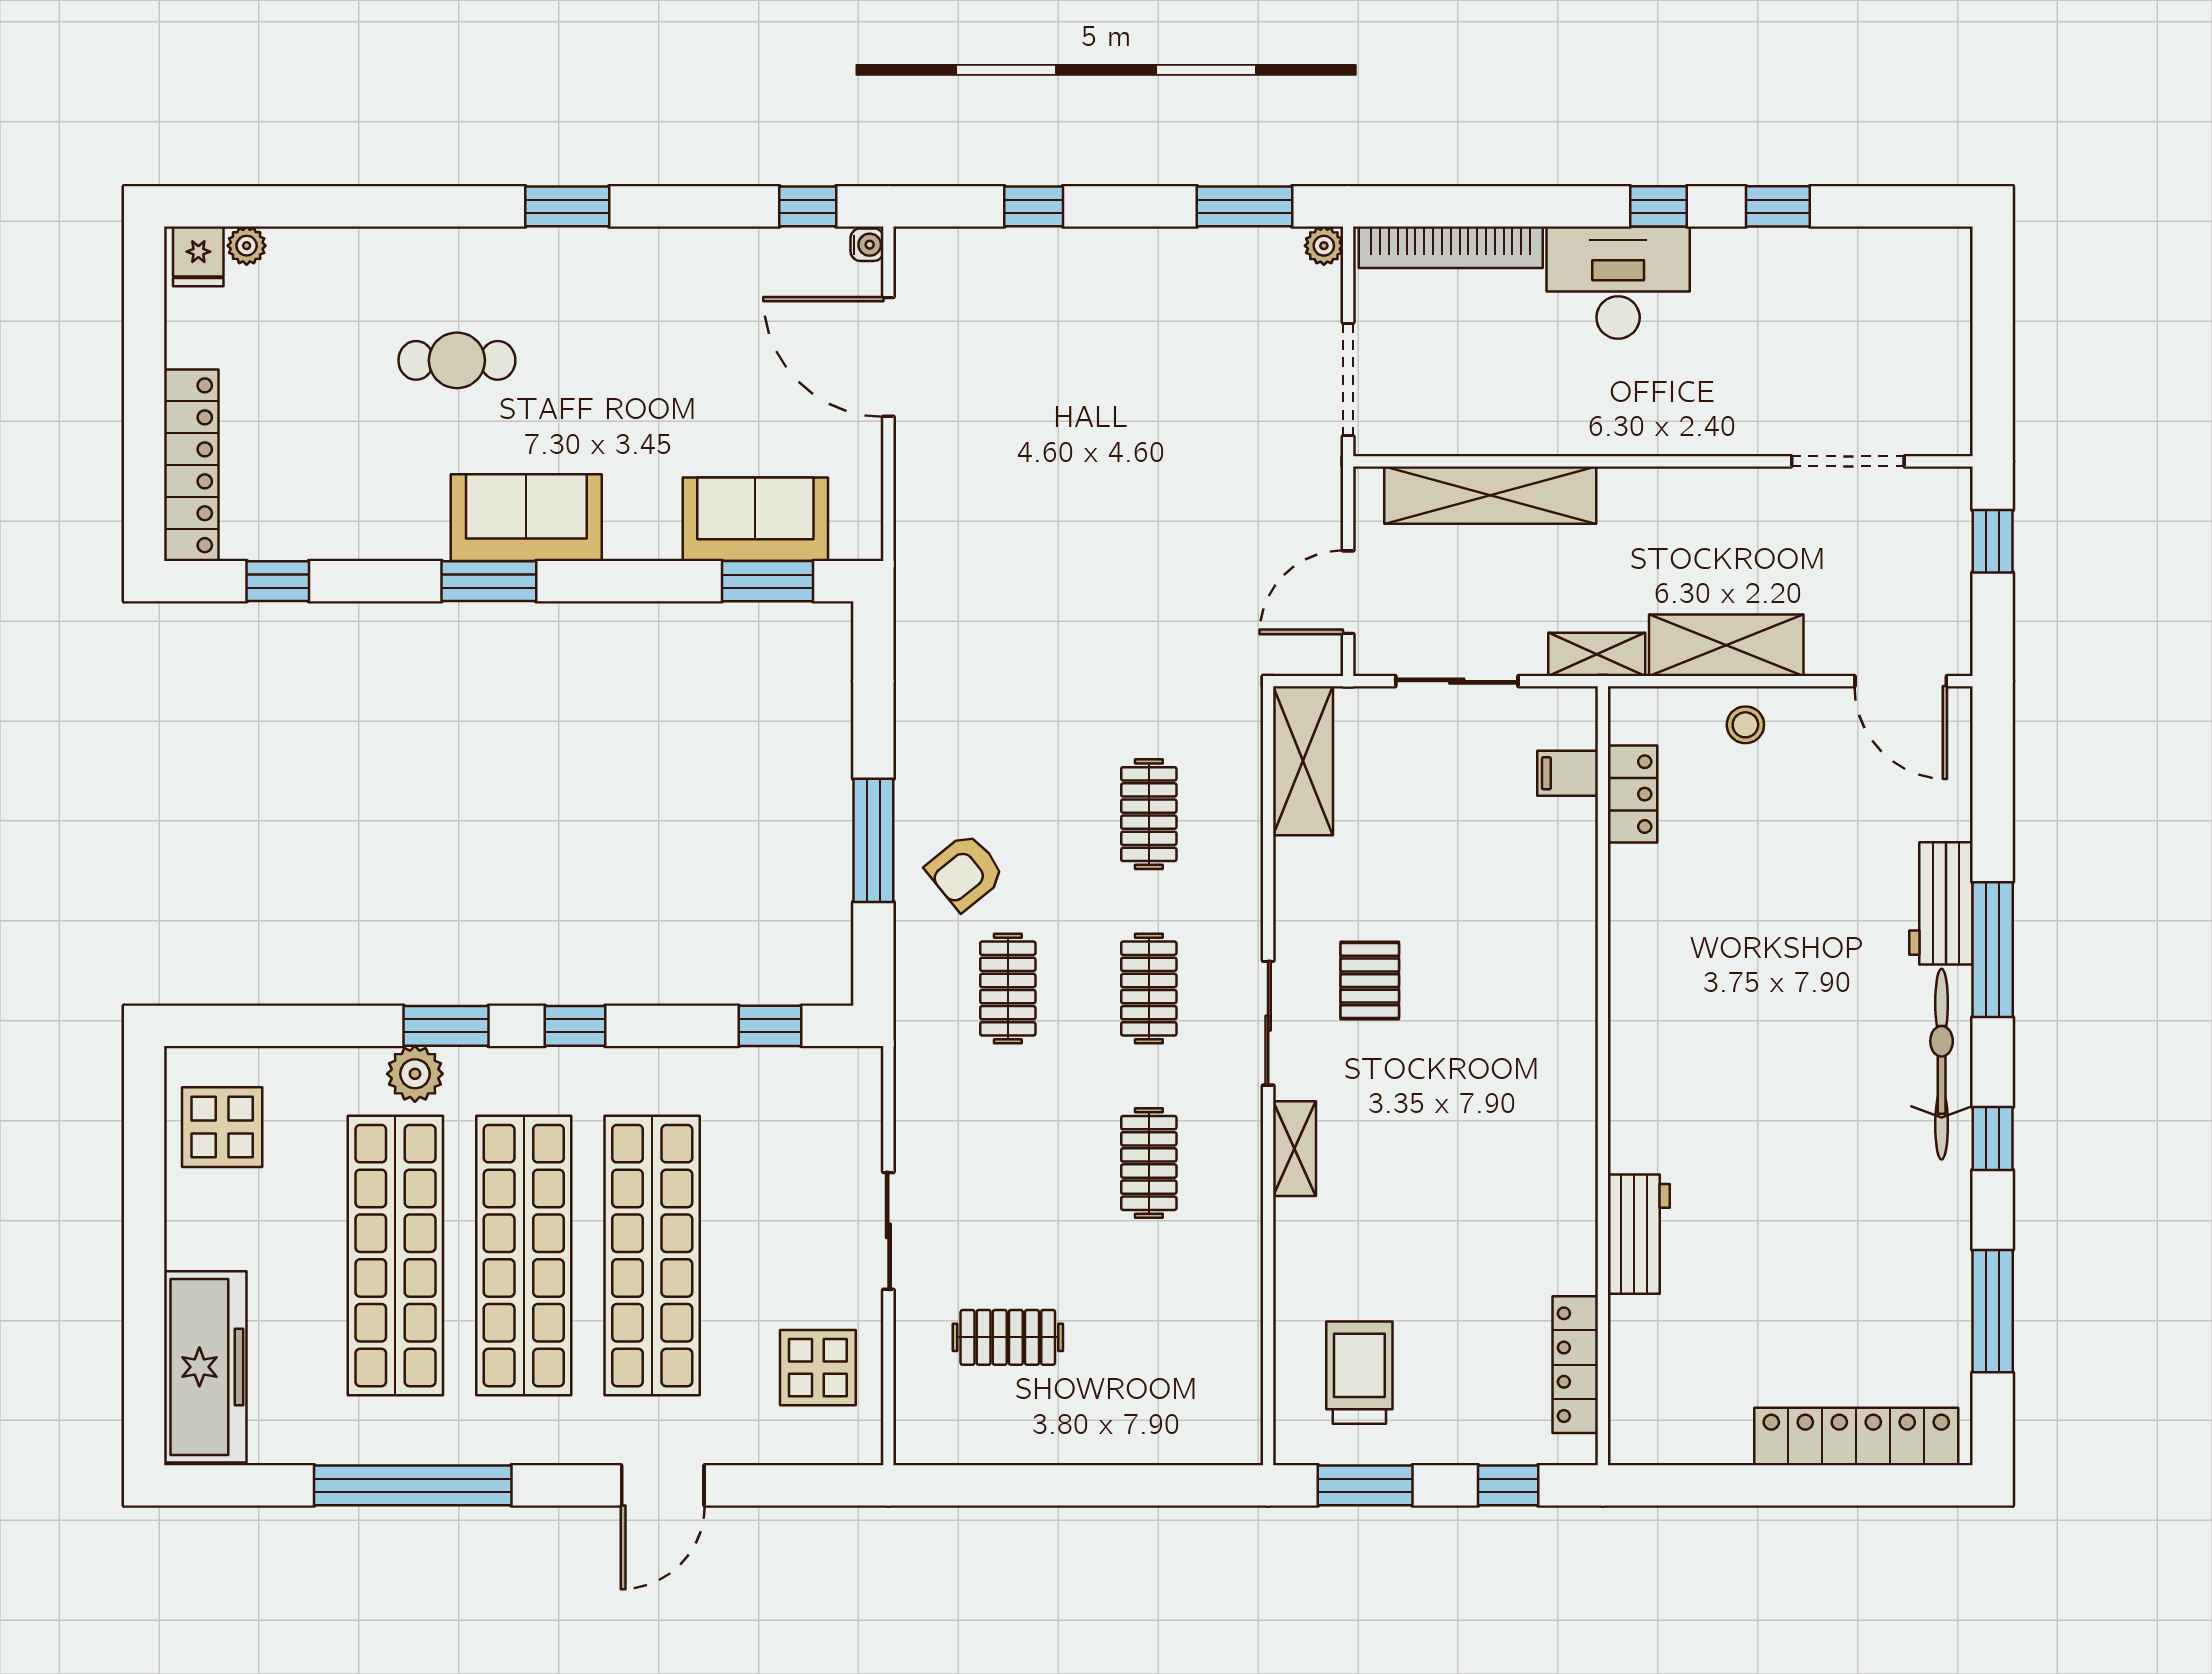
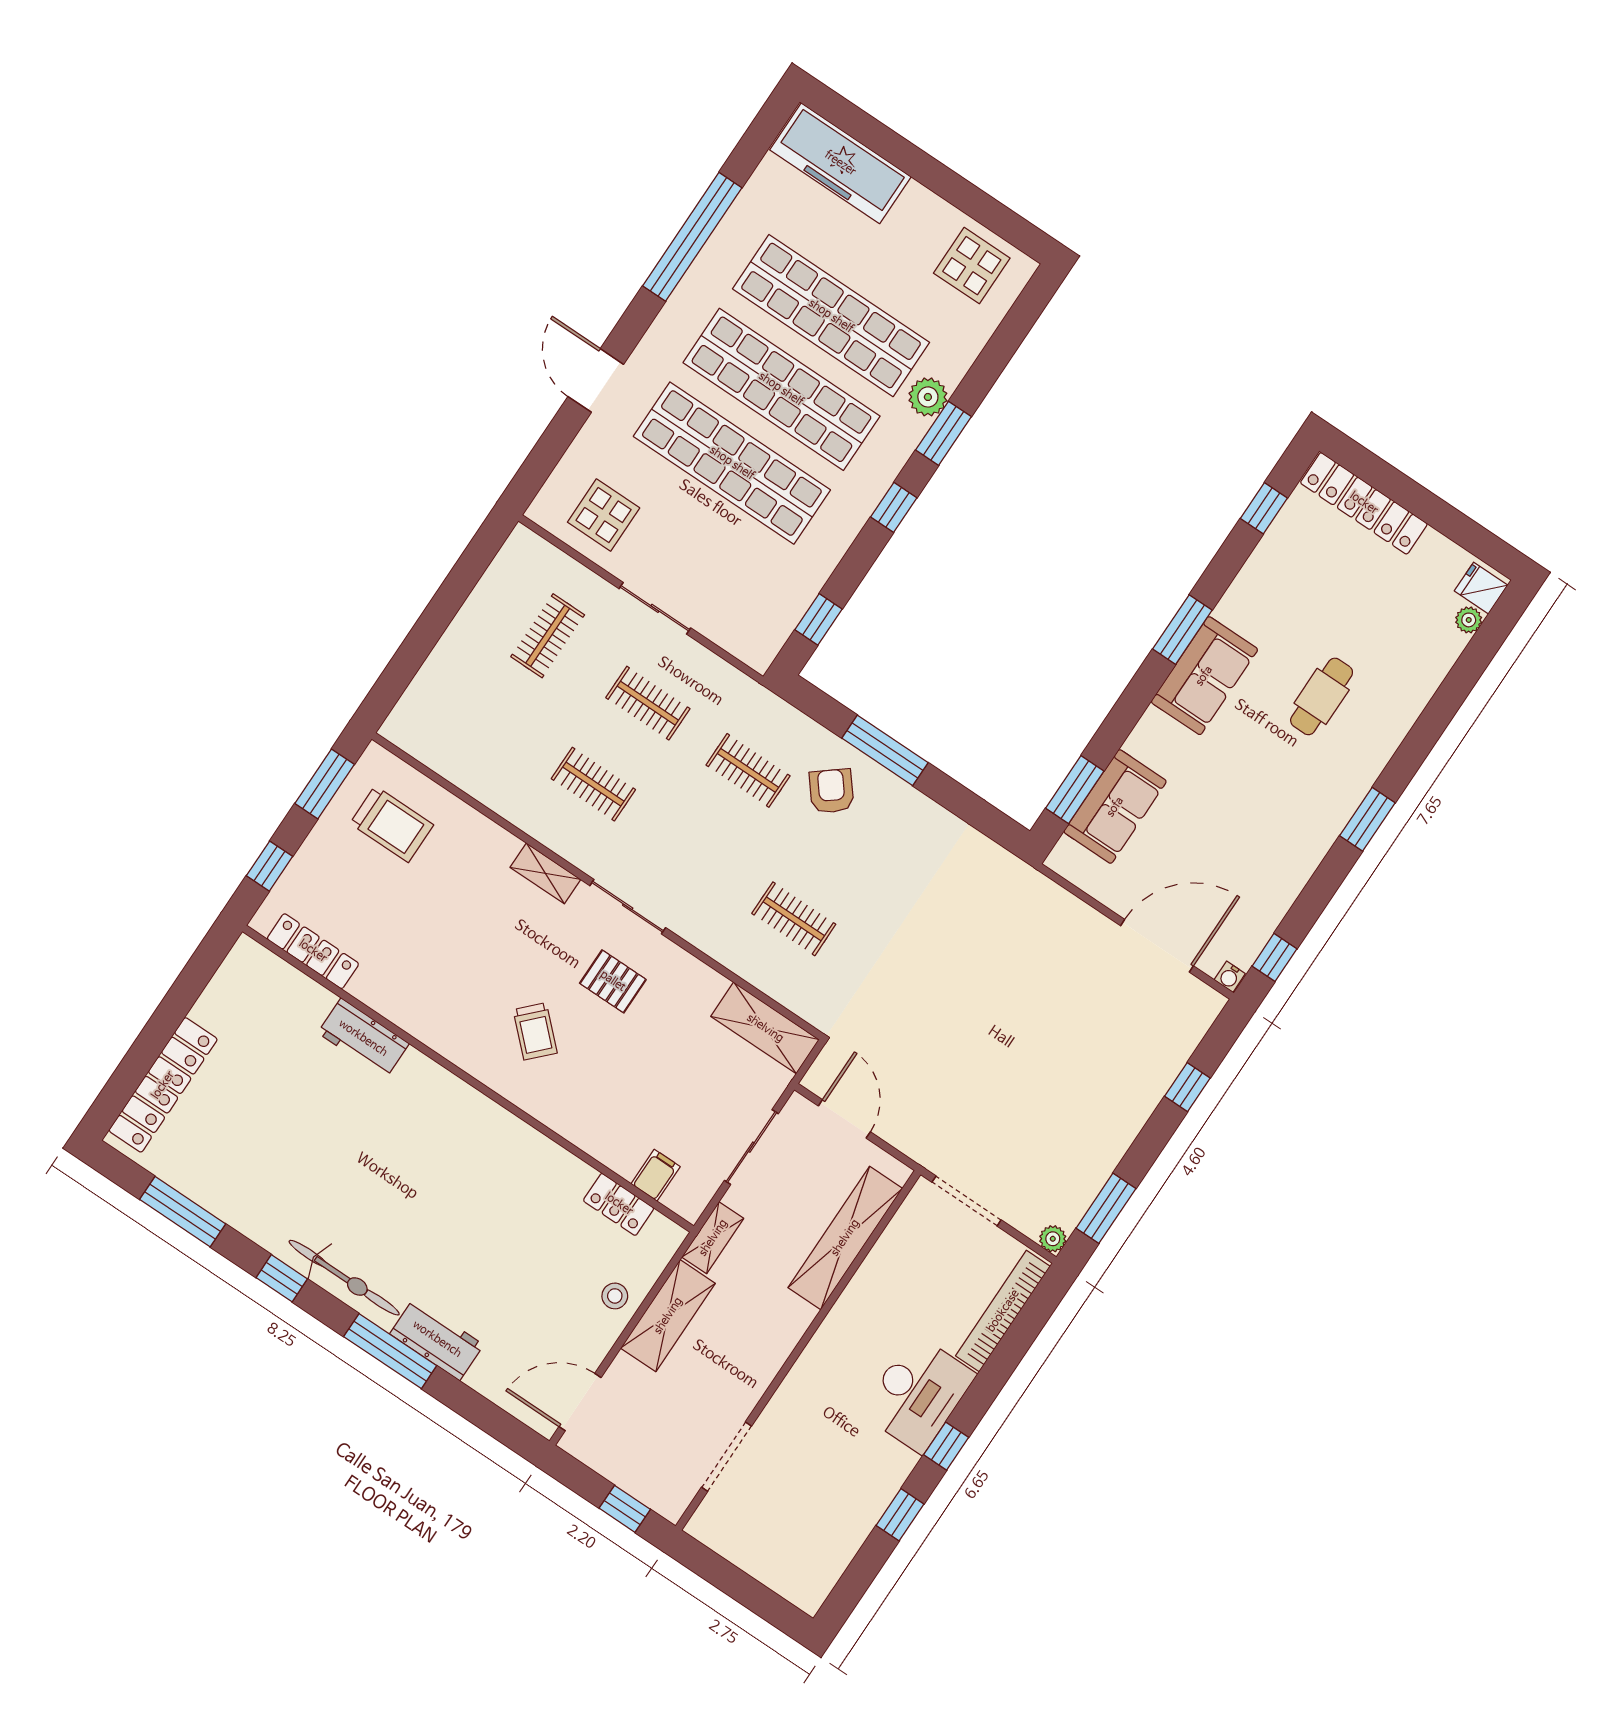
clothes rail: (1149, 989) -> (648, 703), moved
trolley: (1492, 1034) -> (535, 1031), added

